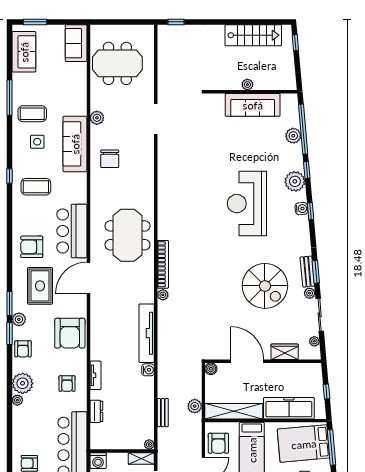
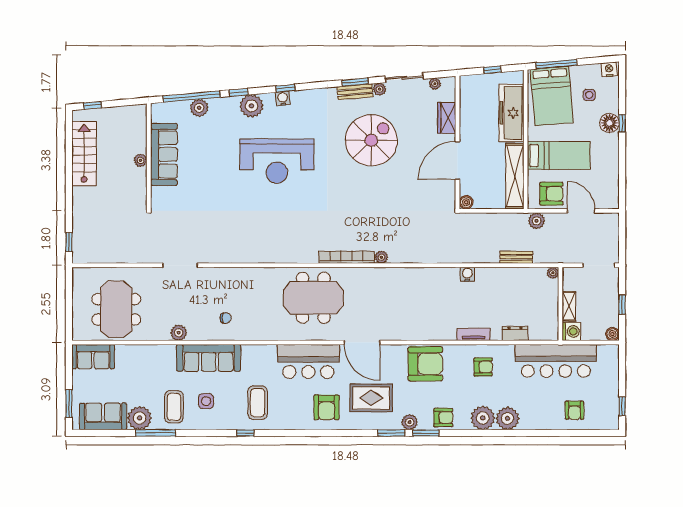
plant: (23, 84) -> (140, 418), added
chair: (110, 159) -> (226, 318), width x0.54, depth x0.54
tv unit: (147, 333) -> (425, 276), removed
plant: (17, 400) -> (508, 418), width x1.88, depth x1.88
plant: (195, 406) -> (537, 221), moved
shelving: (141, 458) -> (569, 306), moved

